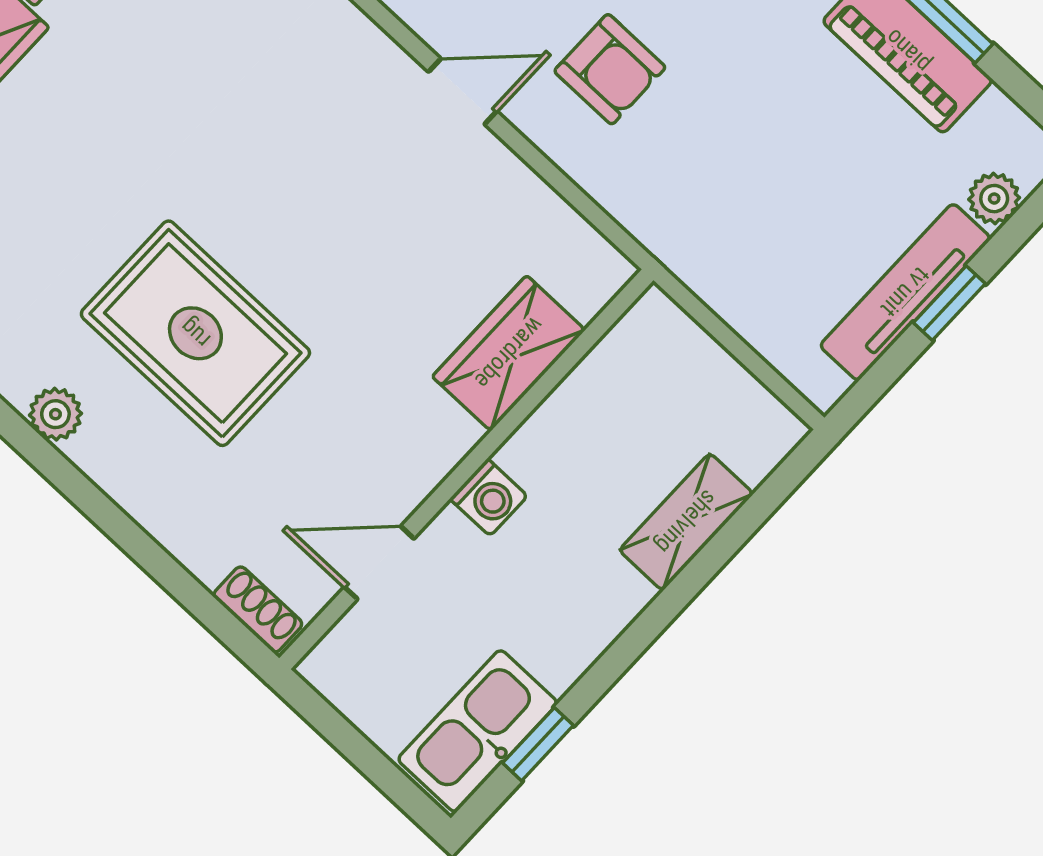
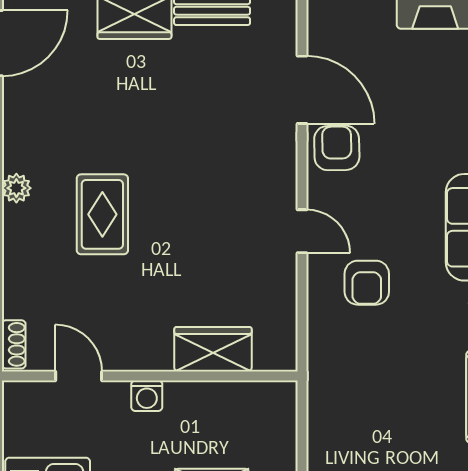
rug: (195, 333) -> (102, 214), width x0.73, depth x0.70

